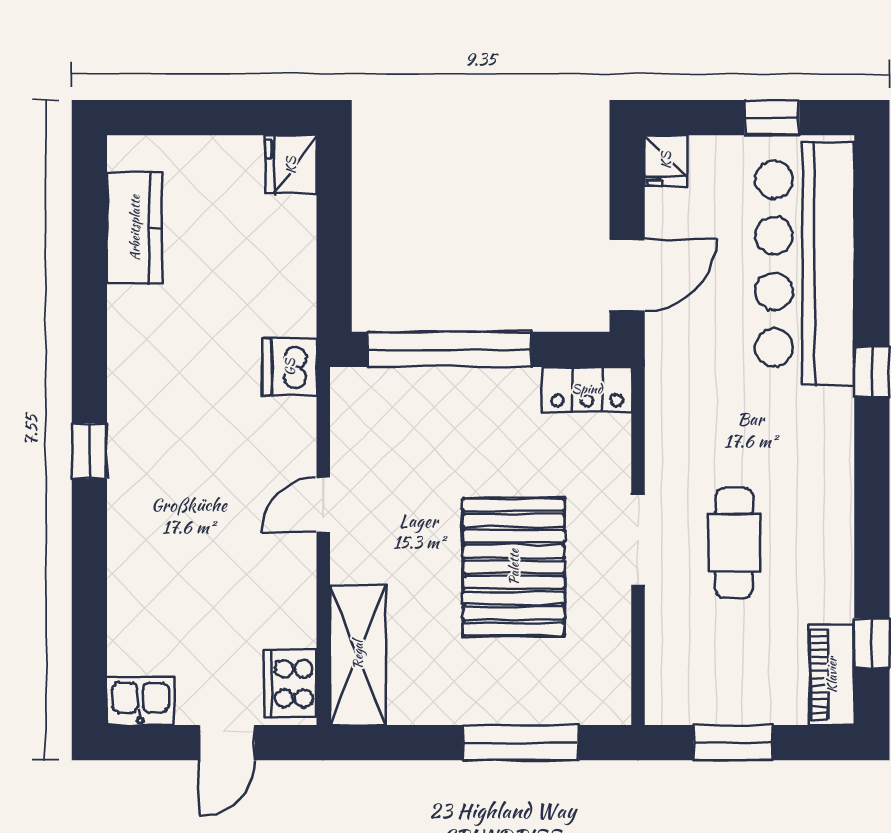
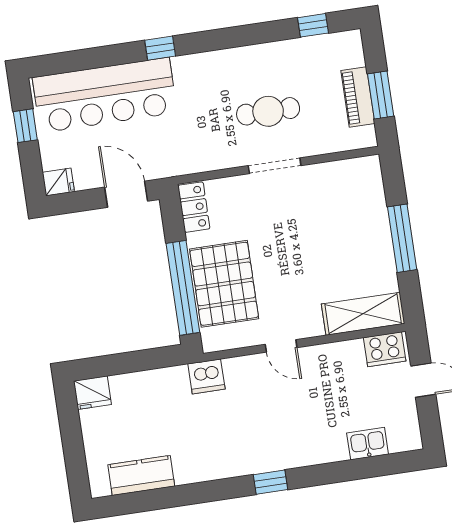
pallet: (514, 567) -> (224, 284), moved, turned 90
piano: (832, 675) -> (358, 97), moved, turned 90
kitchen sink: (140, 701) -> (368, 444), moved, turned 90
window: (521, 743) -> (402, 238), moved

